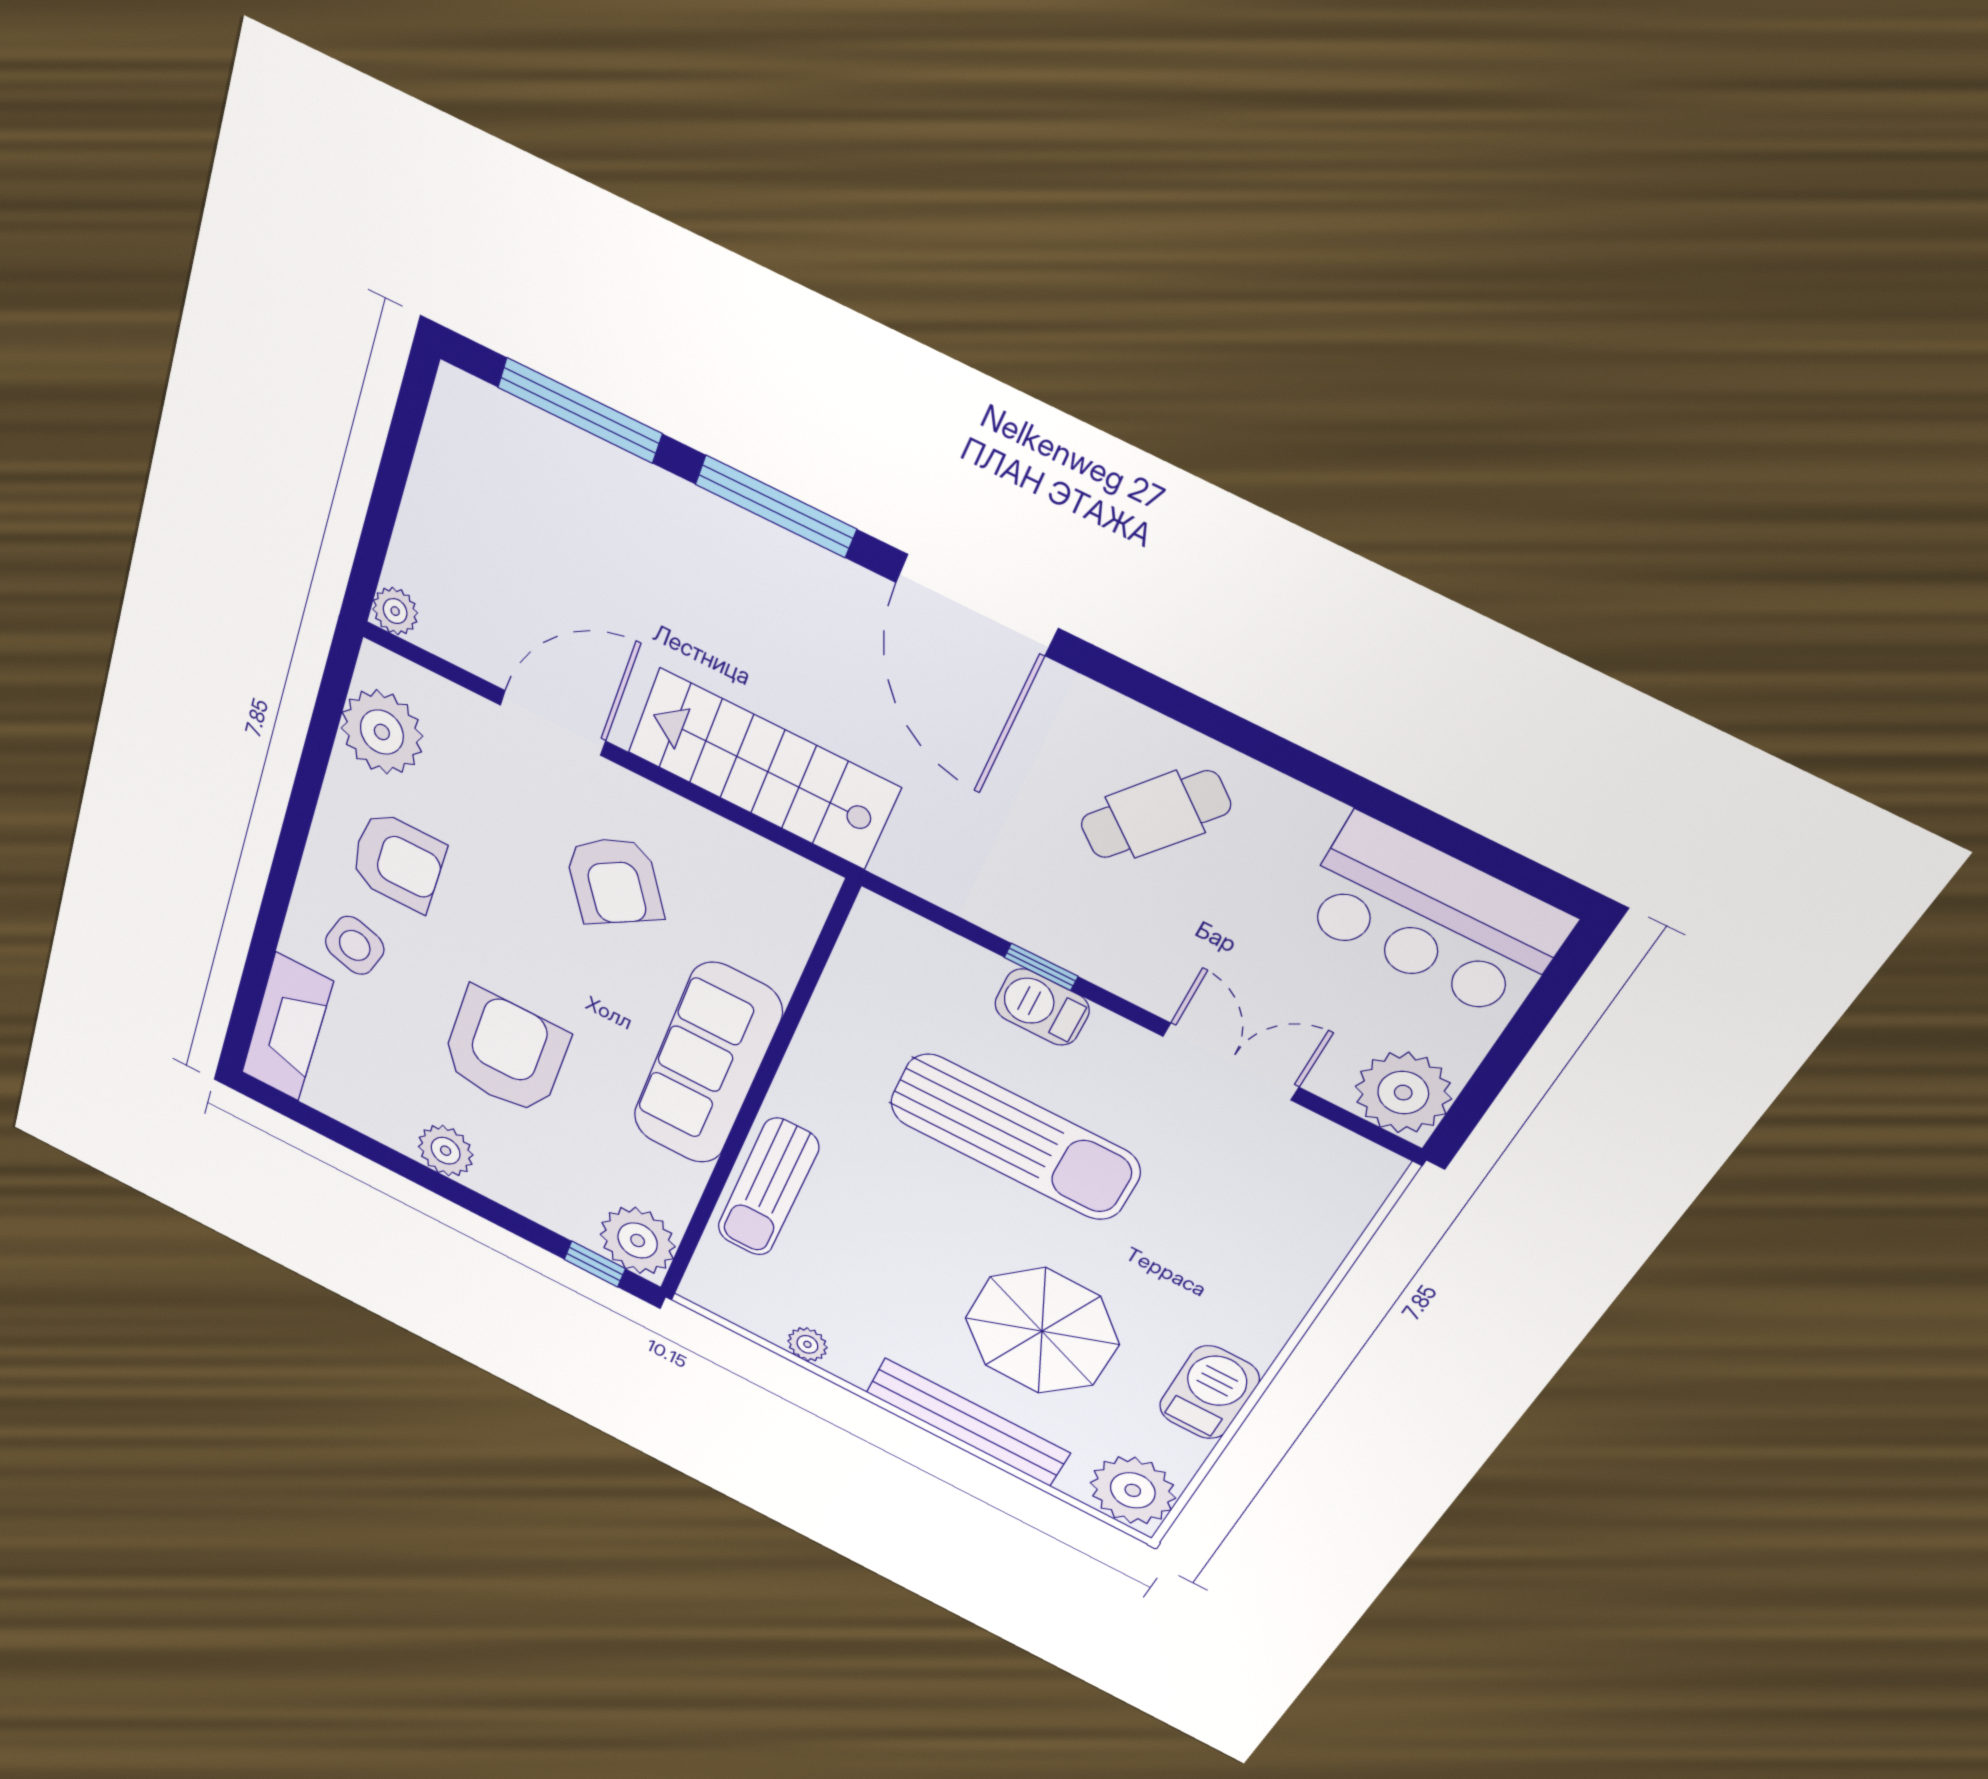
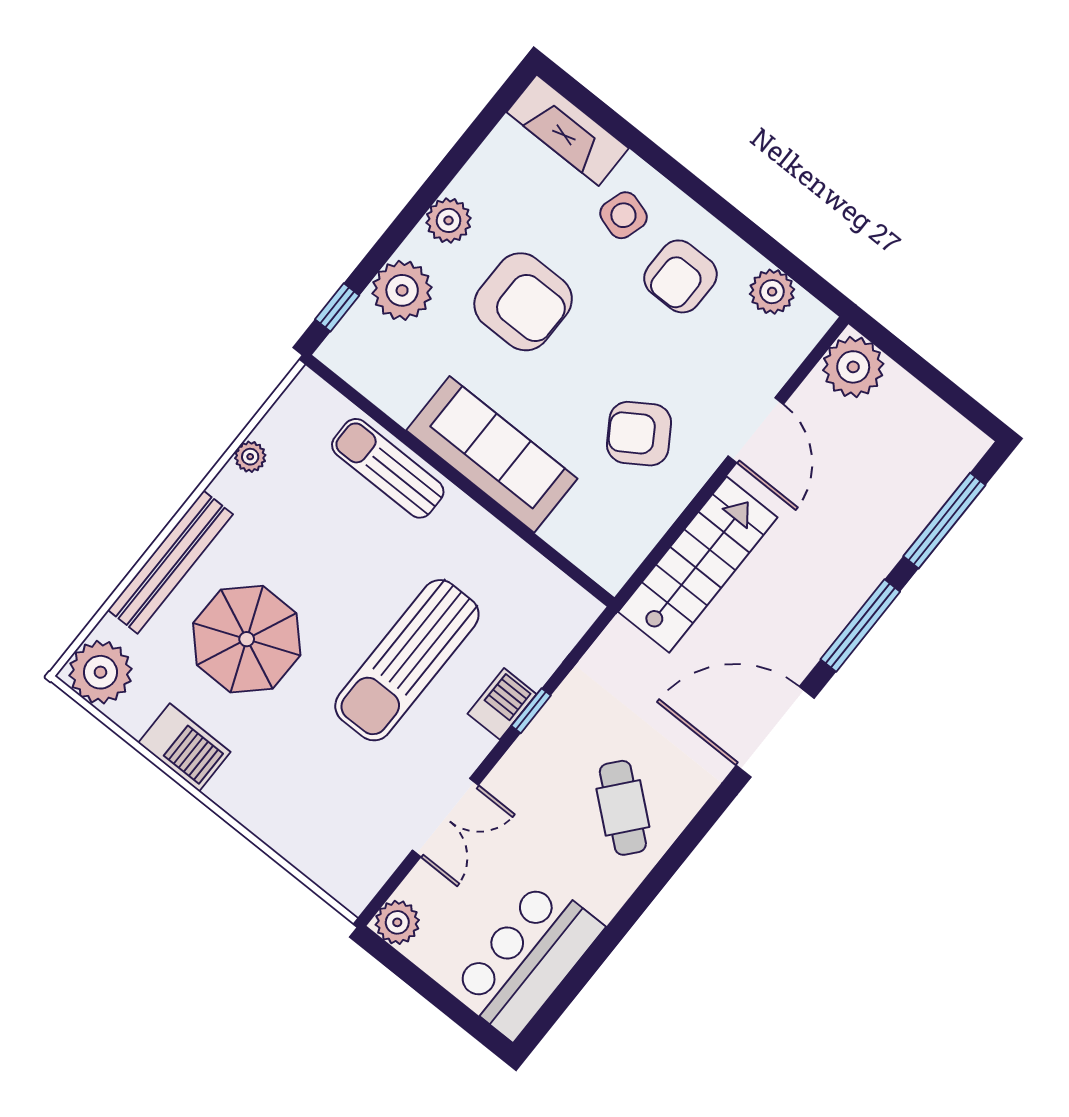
plant: (395, 611) -> (853, 367), width x1.88, depth x1.88
plant: (382, 732) -> (772, 292), width x0.73, depth x0.73
plant: (1403, 1093) -> (397, 922), width x0.73, depth x0.73
plant: (638, 1241) -> (402, 290), moved

